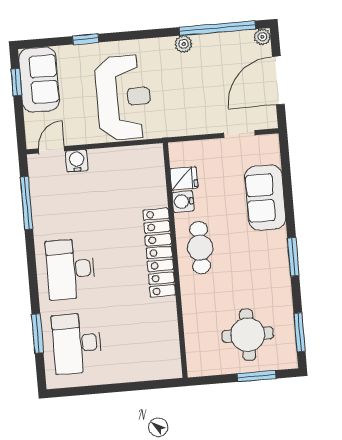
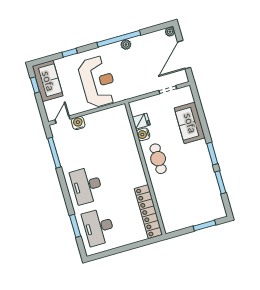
window: (217, 28) -> (119, 39), moved
locker: (159, 253) -> (148, 212), moved
window: (300, 332) -> (220, 182), moved
round table: (248, 335) -> (195, 203), removed

